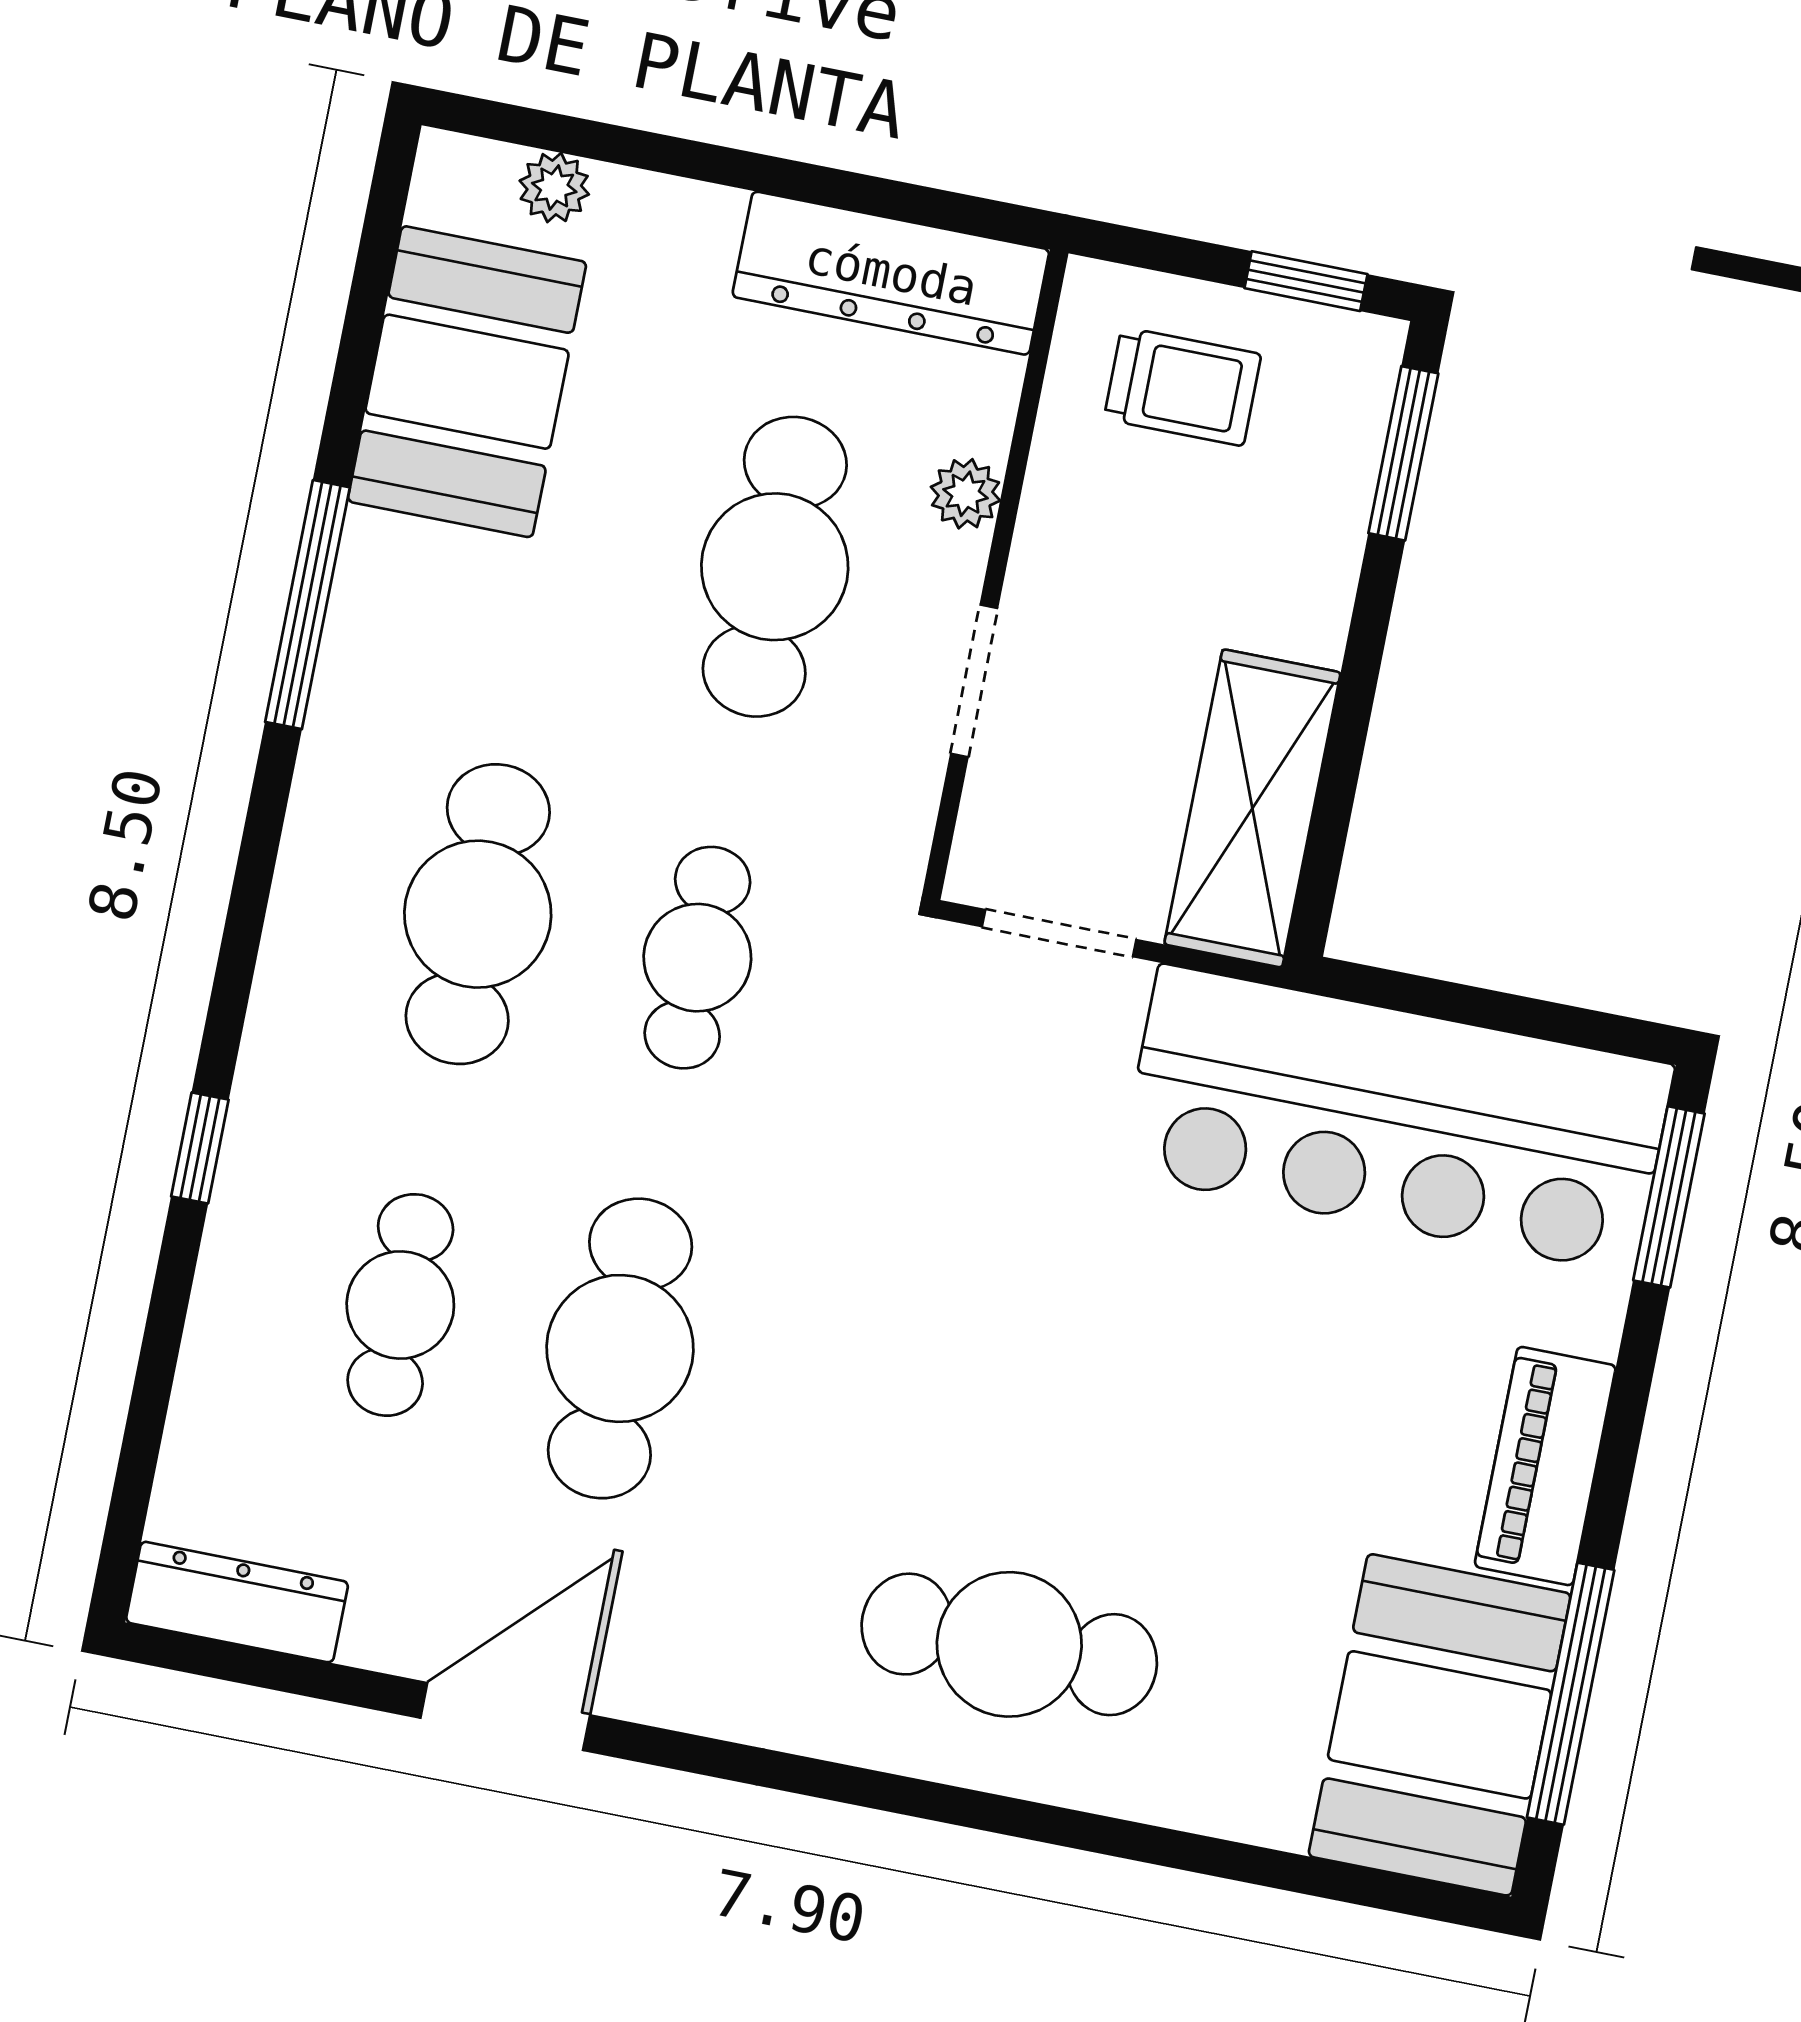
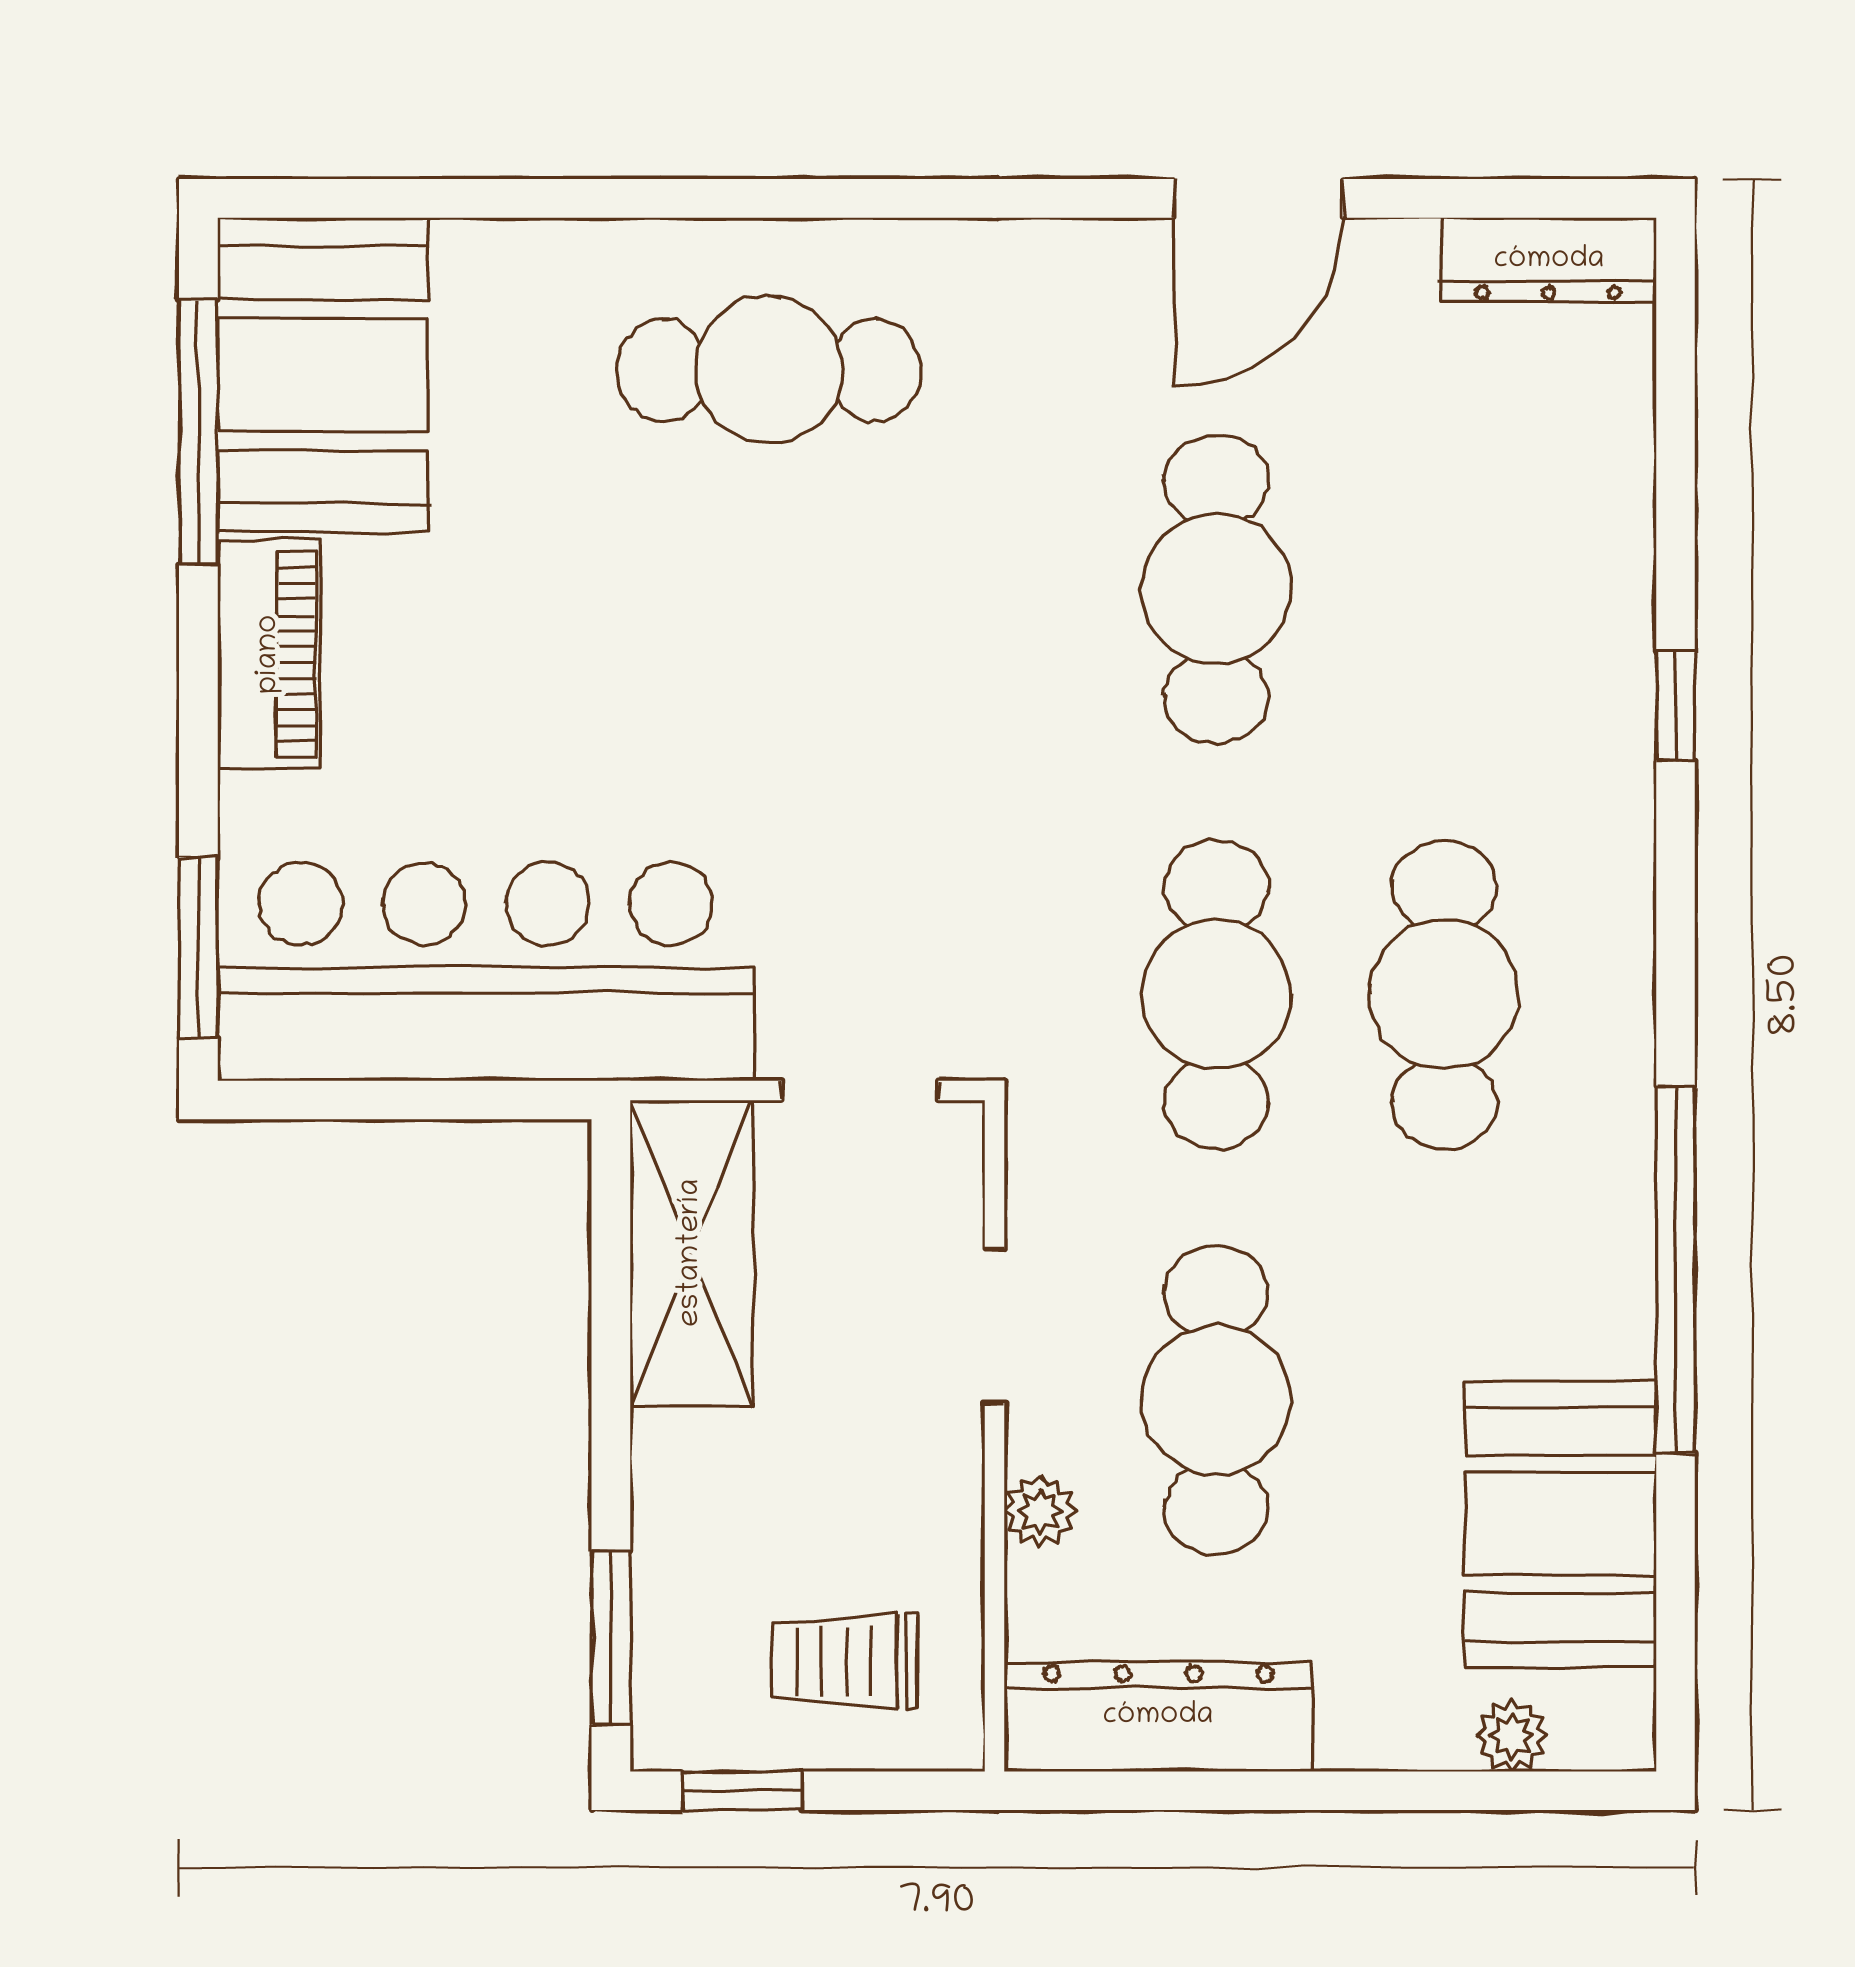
window: (307, 605) -> (1676, 1270), width x1.46
cafe table: (697, 958) -> (1216, 995), width x1.37, depth x1.35
cafe table: (400, 1305) -> (1444, 589), removed

